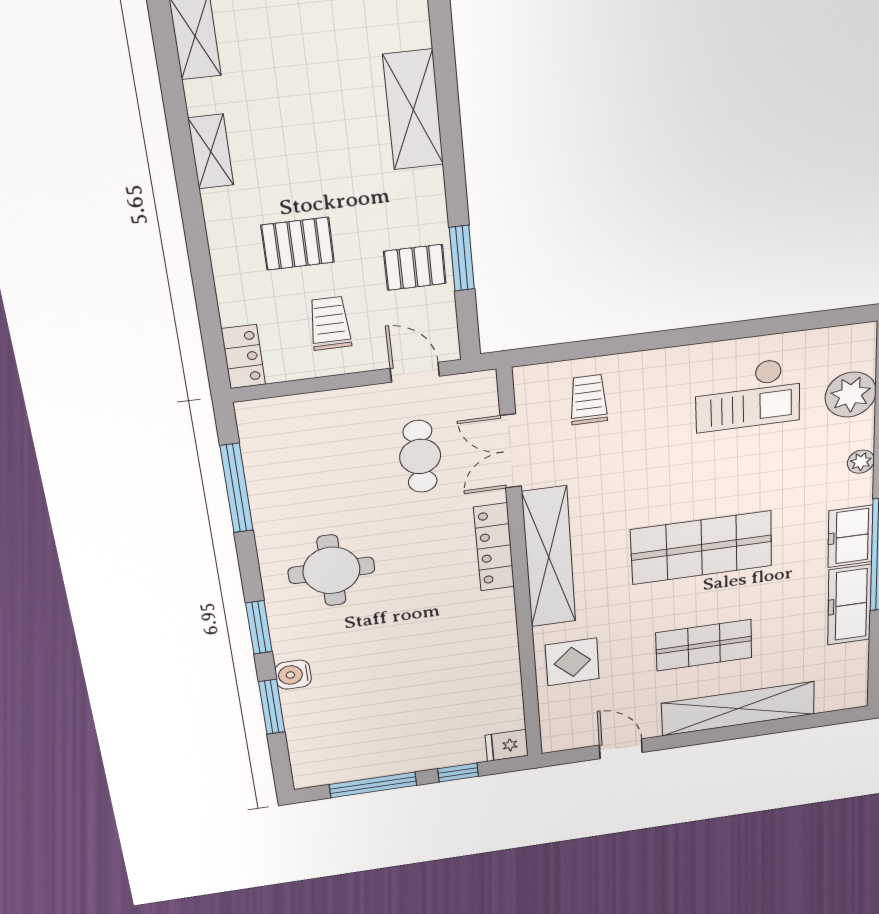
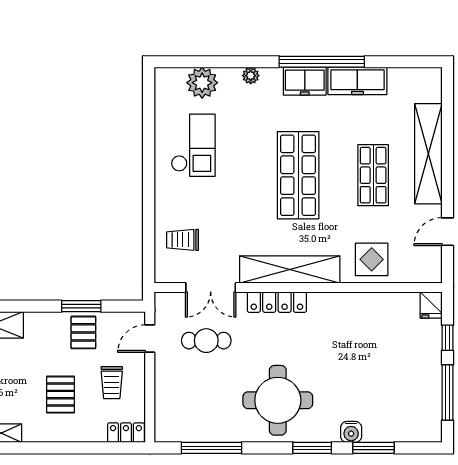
trolley: (330, 323) -> (112, 383), turned -90
round table: (331, 570) -> (278, 400), width x1.36, depth x1.36

